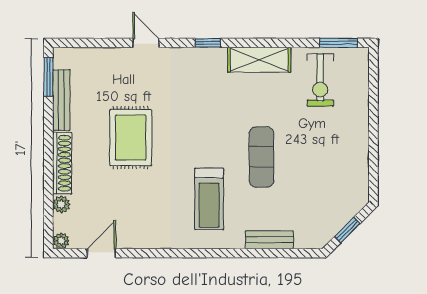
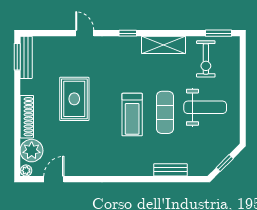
bench: (61, 100) -> (26, 57), moved
weight bench: (319, 150) -> (205, 107), added
treadmill: (209, 199) -> (132, 115), moved
plant: (61, 204) -> (32, 151), width x1.87, depth x1.87

